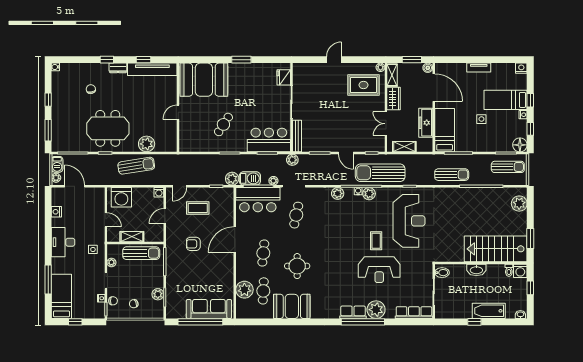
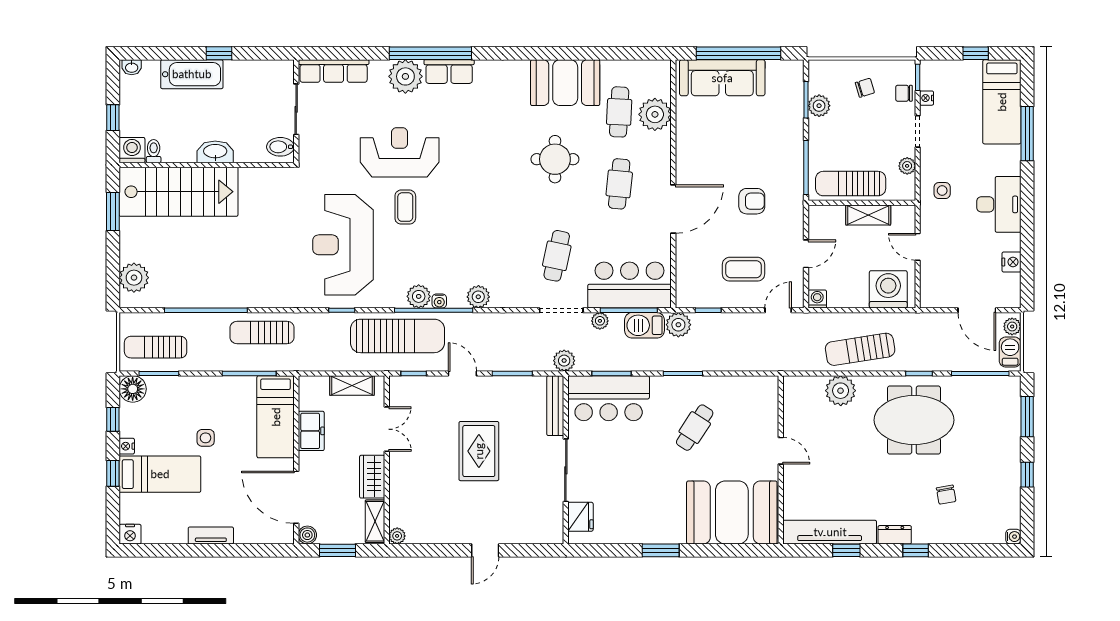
rug: (363, 85) -> (479, 451), moved, turned 90
door: (178, 112) -> (781, 451), hinge flipped
freezer: (426, 123) -> (311, 431), width x0.71

